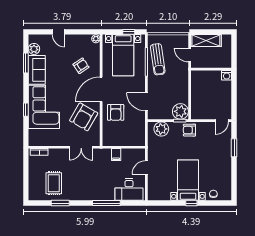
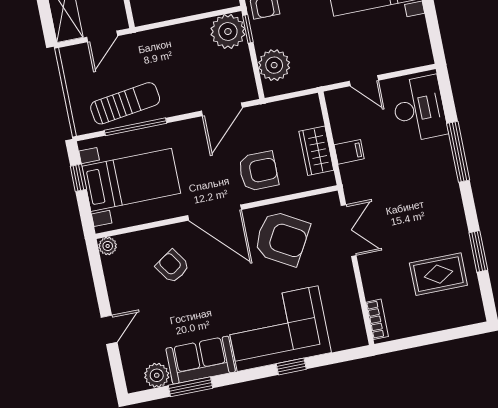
wardrobe: (119, 140) -> (316, 151), added

